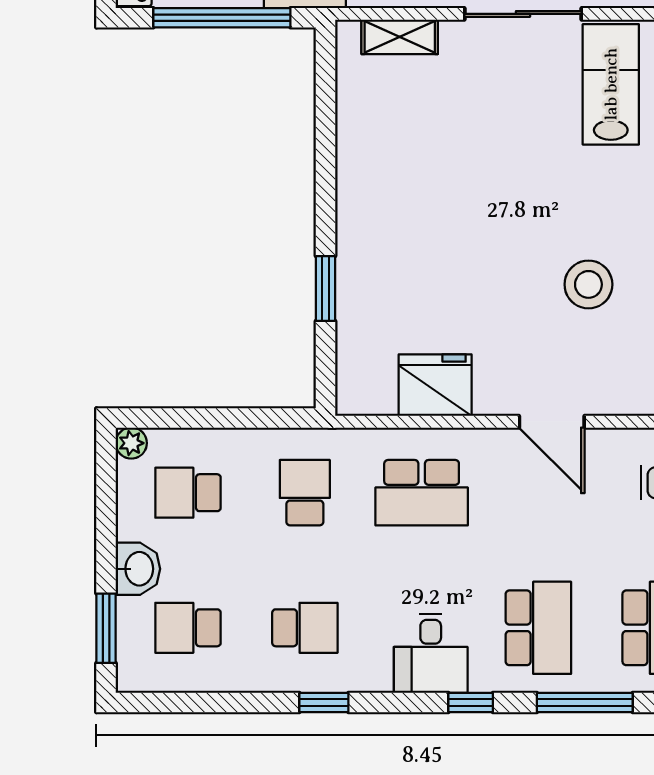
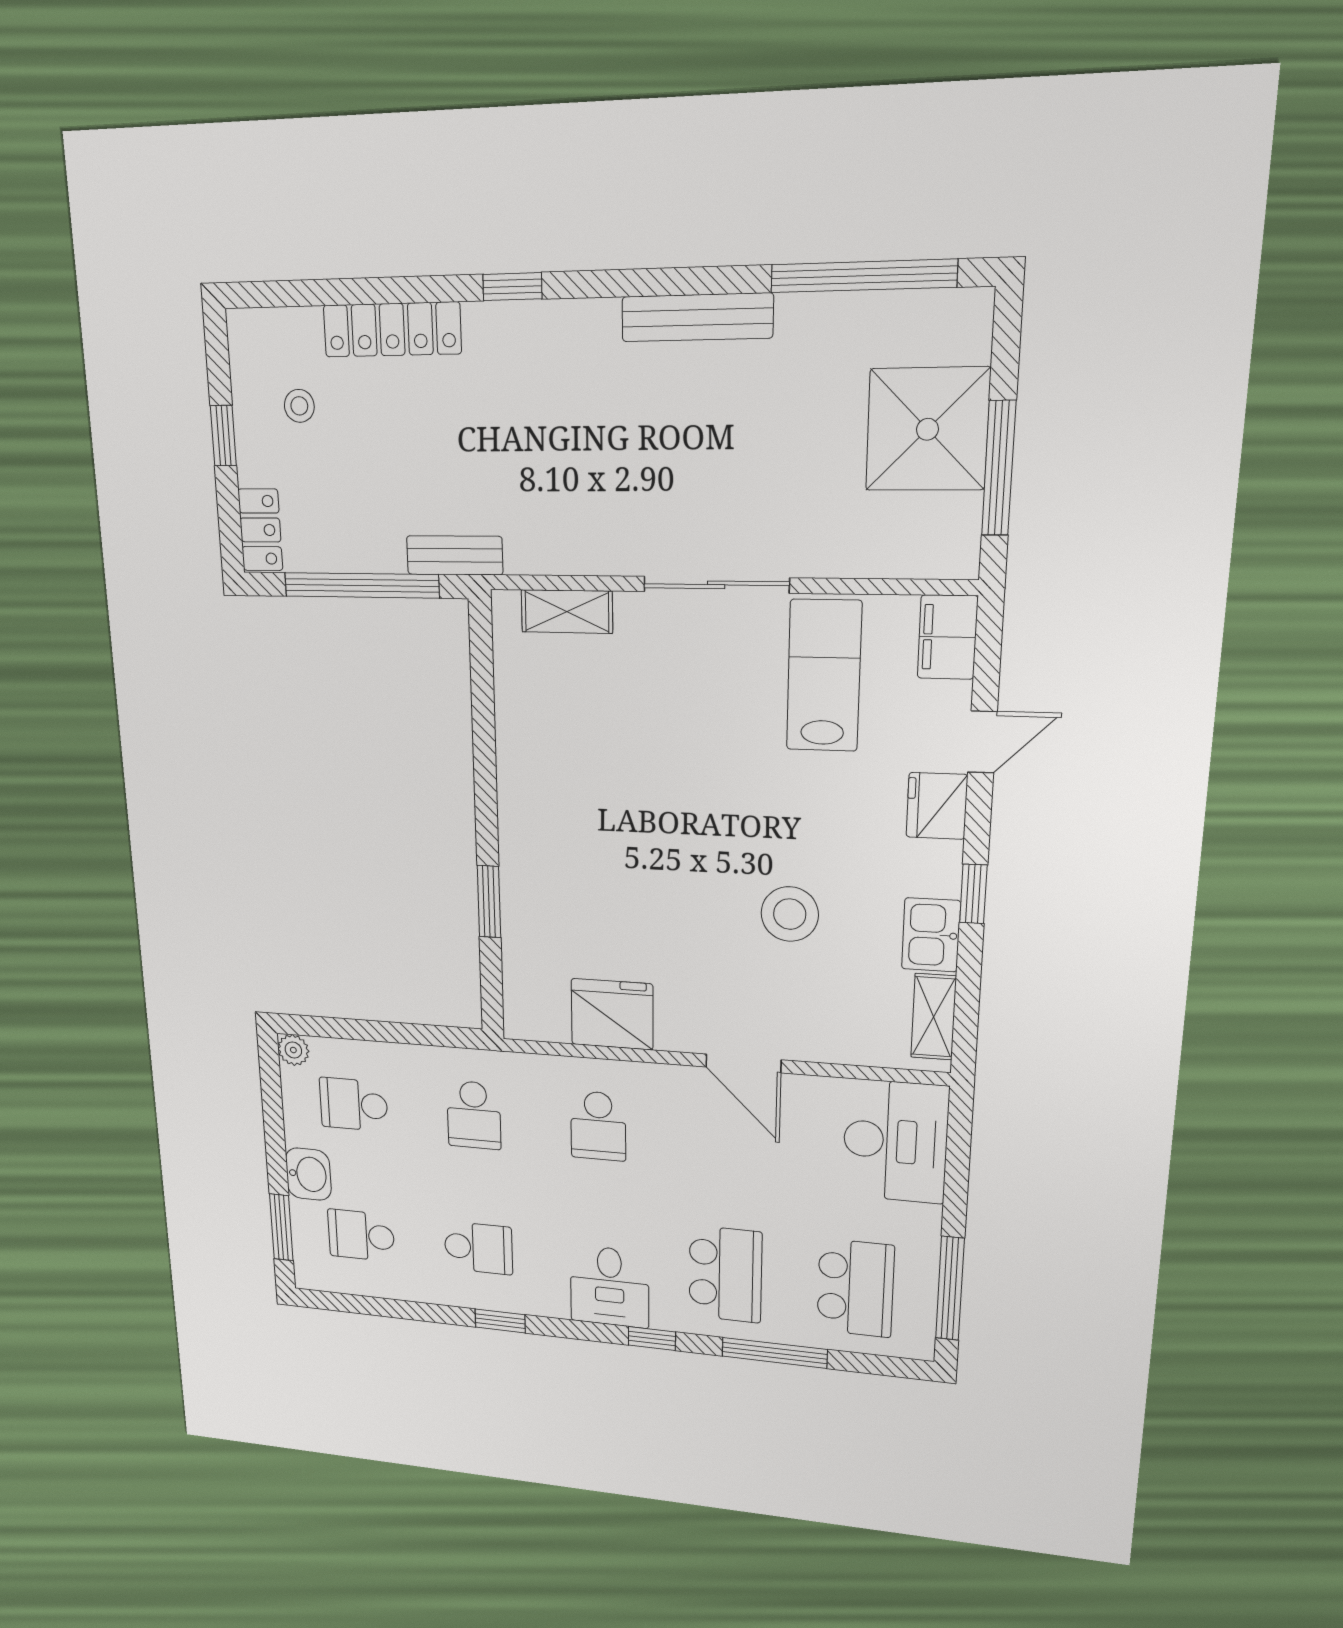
school desk: (305, 493) -> (474, 1115), turned 180
school desk: (422, 493) -> (598, 1126), width x0.54

